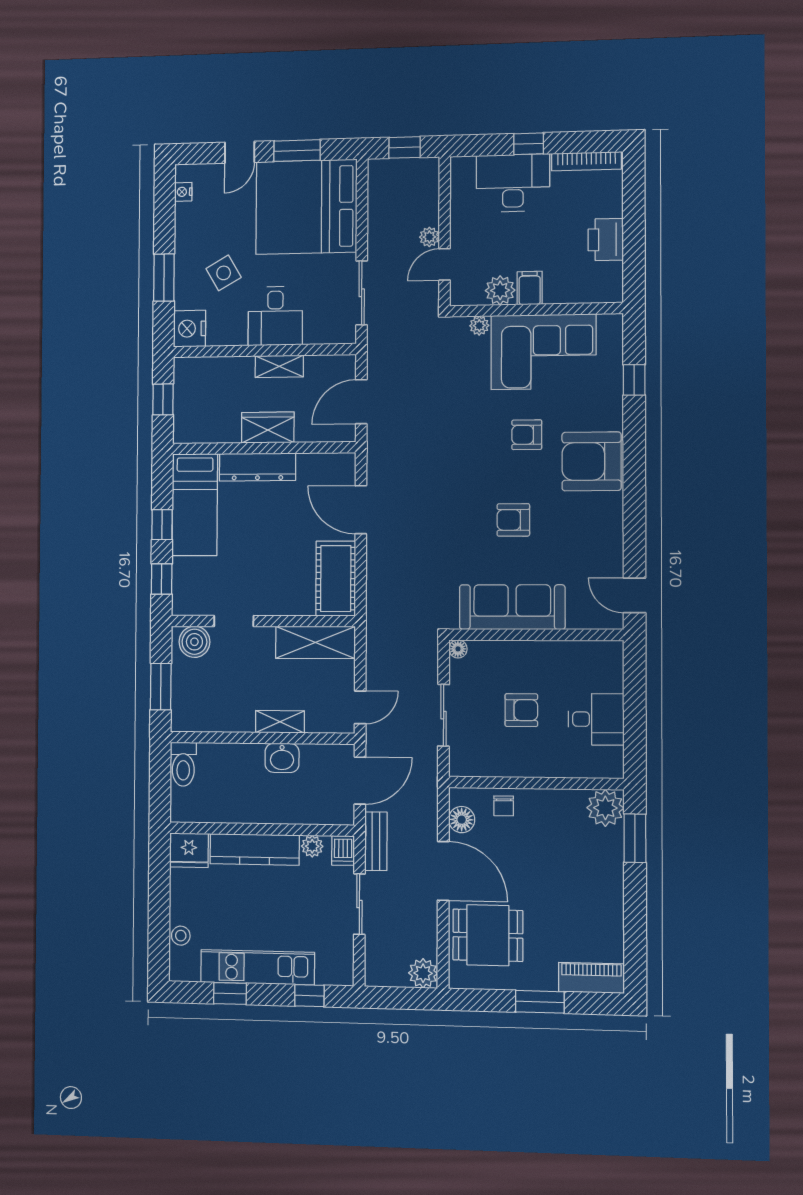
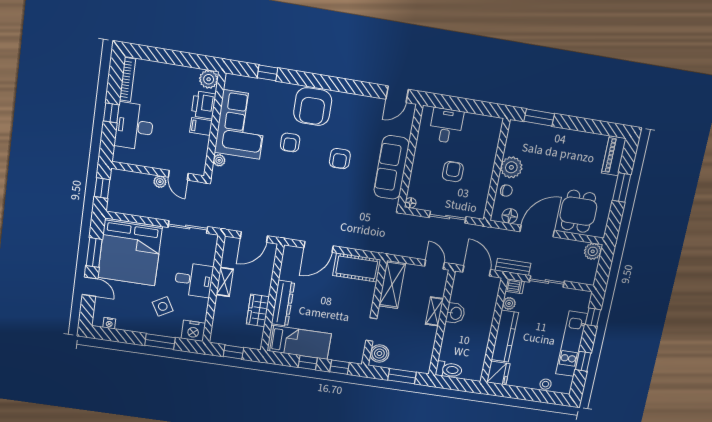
printer: (606, 240) -> (204, 105), moved, turned 90
plant: (500, 290) -> (209, 79), moved
door: (361, 402) -> (254, 237), hinge flipped
wardrobe: (268, 428) -> (258, 310), moved
desk: (596, 719) -> (446, 126), moved
plant: (605, 808) -> (511, 167), moved

